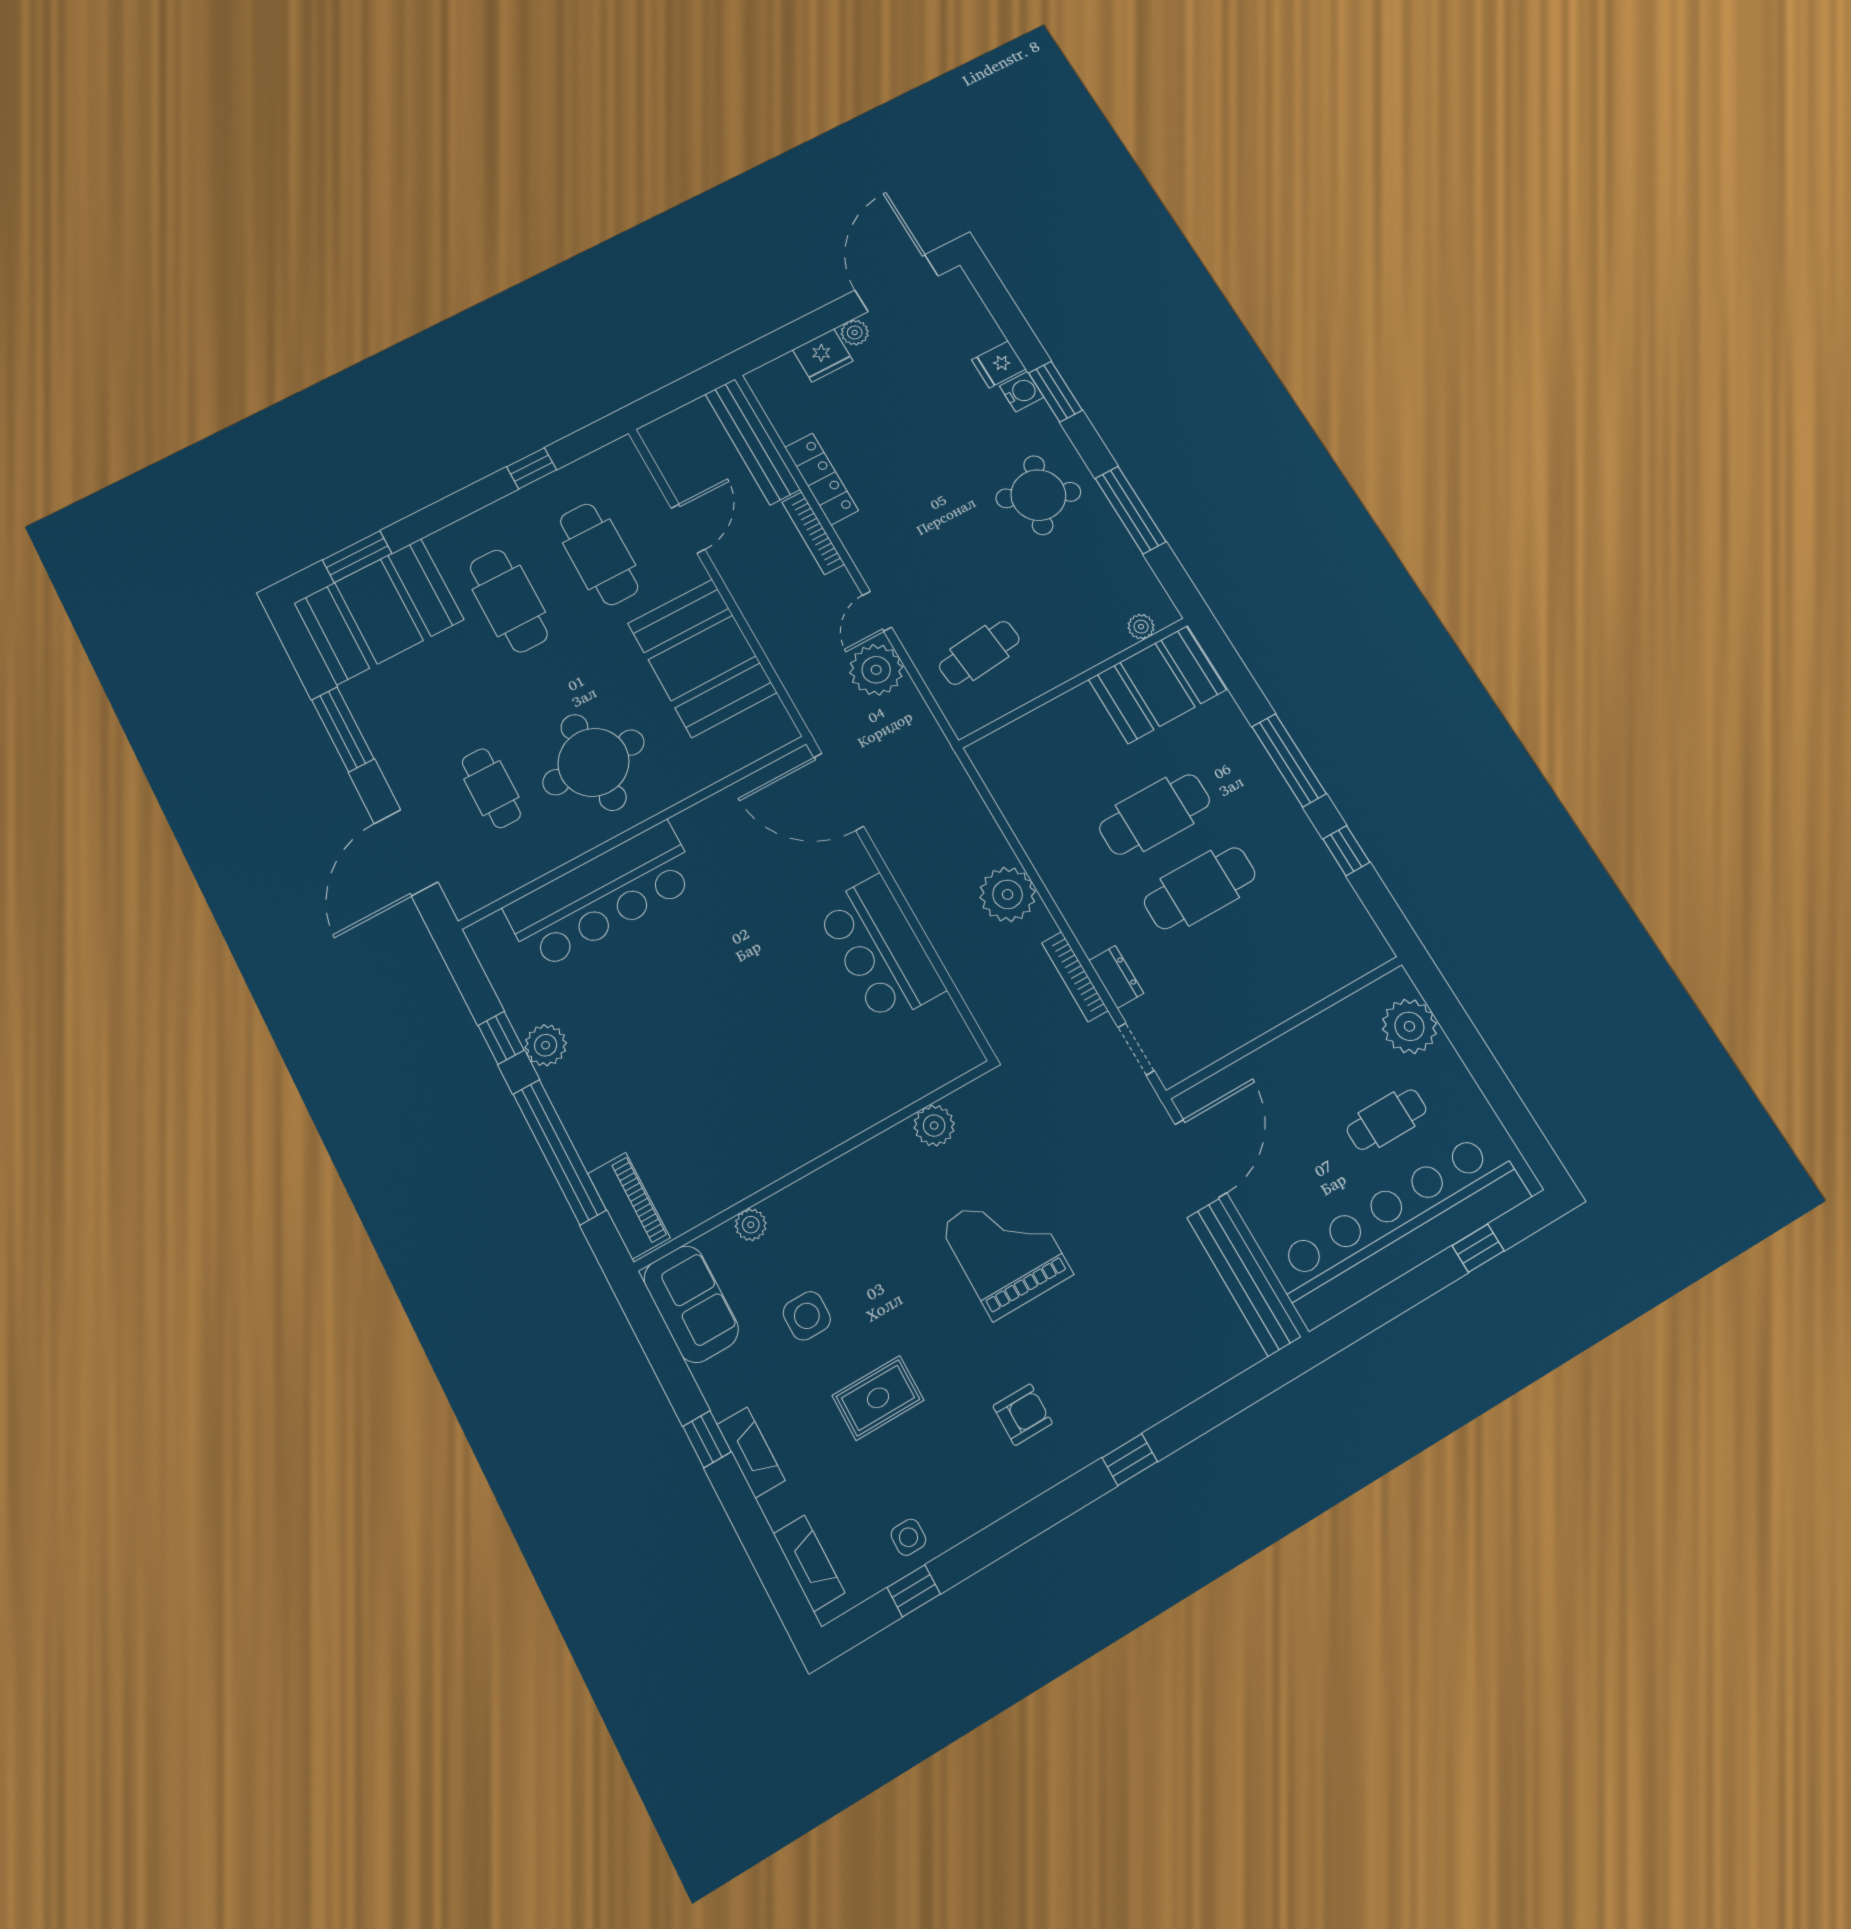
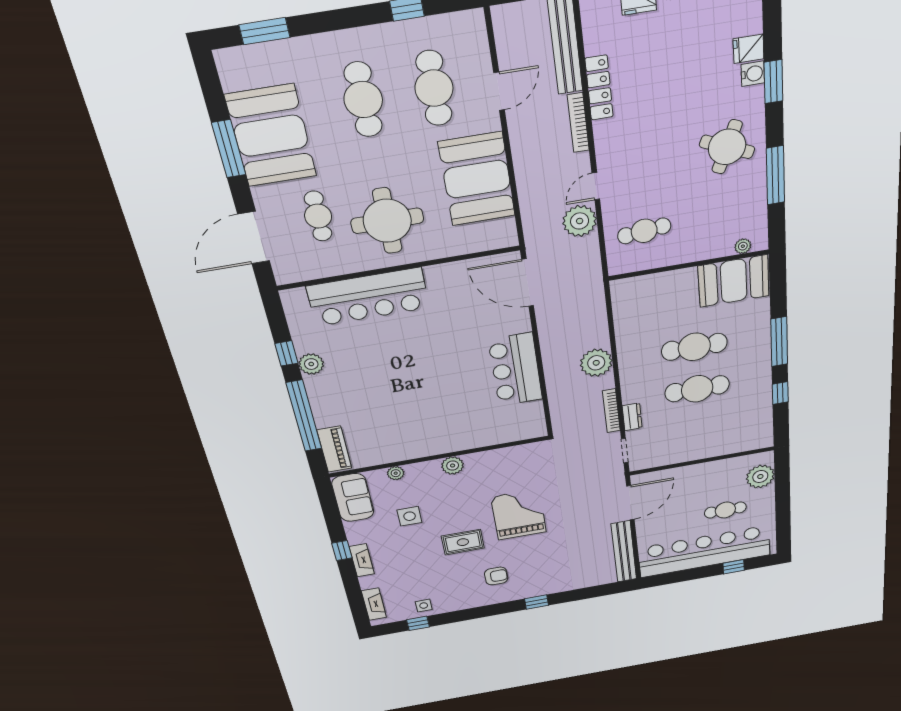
booth: (379, 611) -> (271, 136), moved, turned 90
plant: (934, 1126) -> (453, 466), moved
rug: (878, 1398) -> (463, 542), moved

